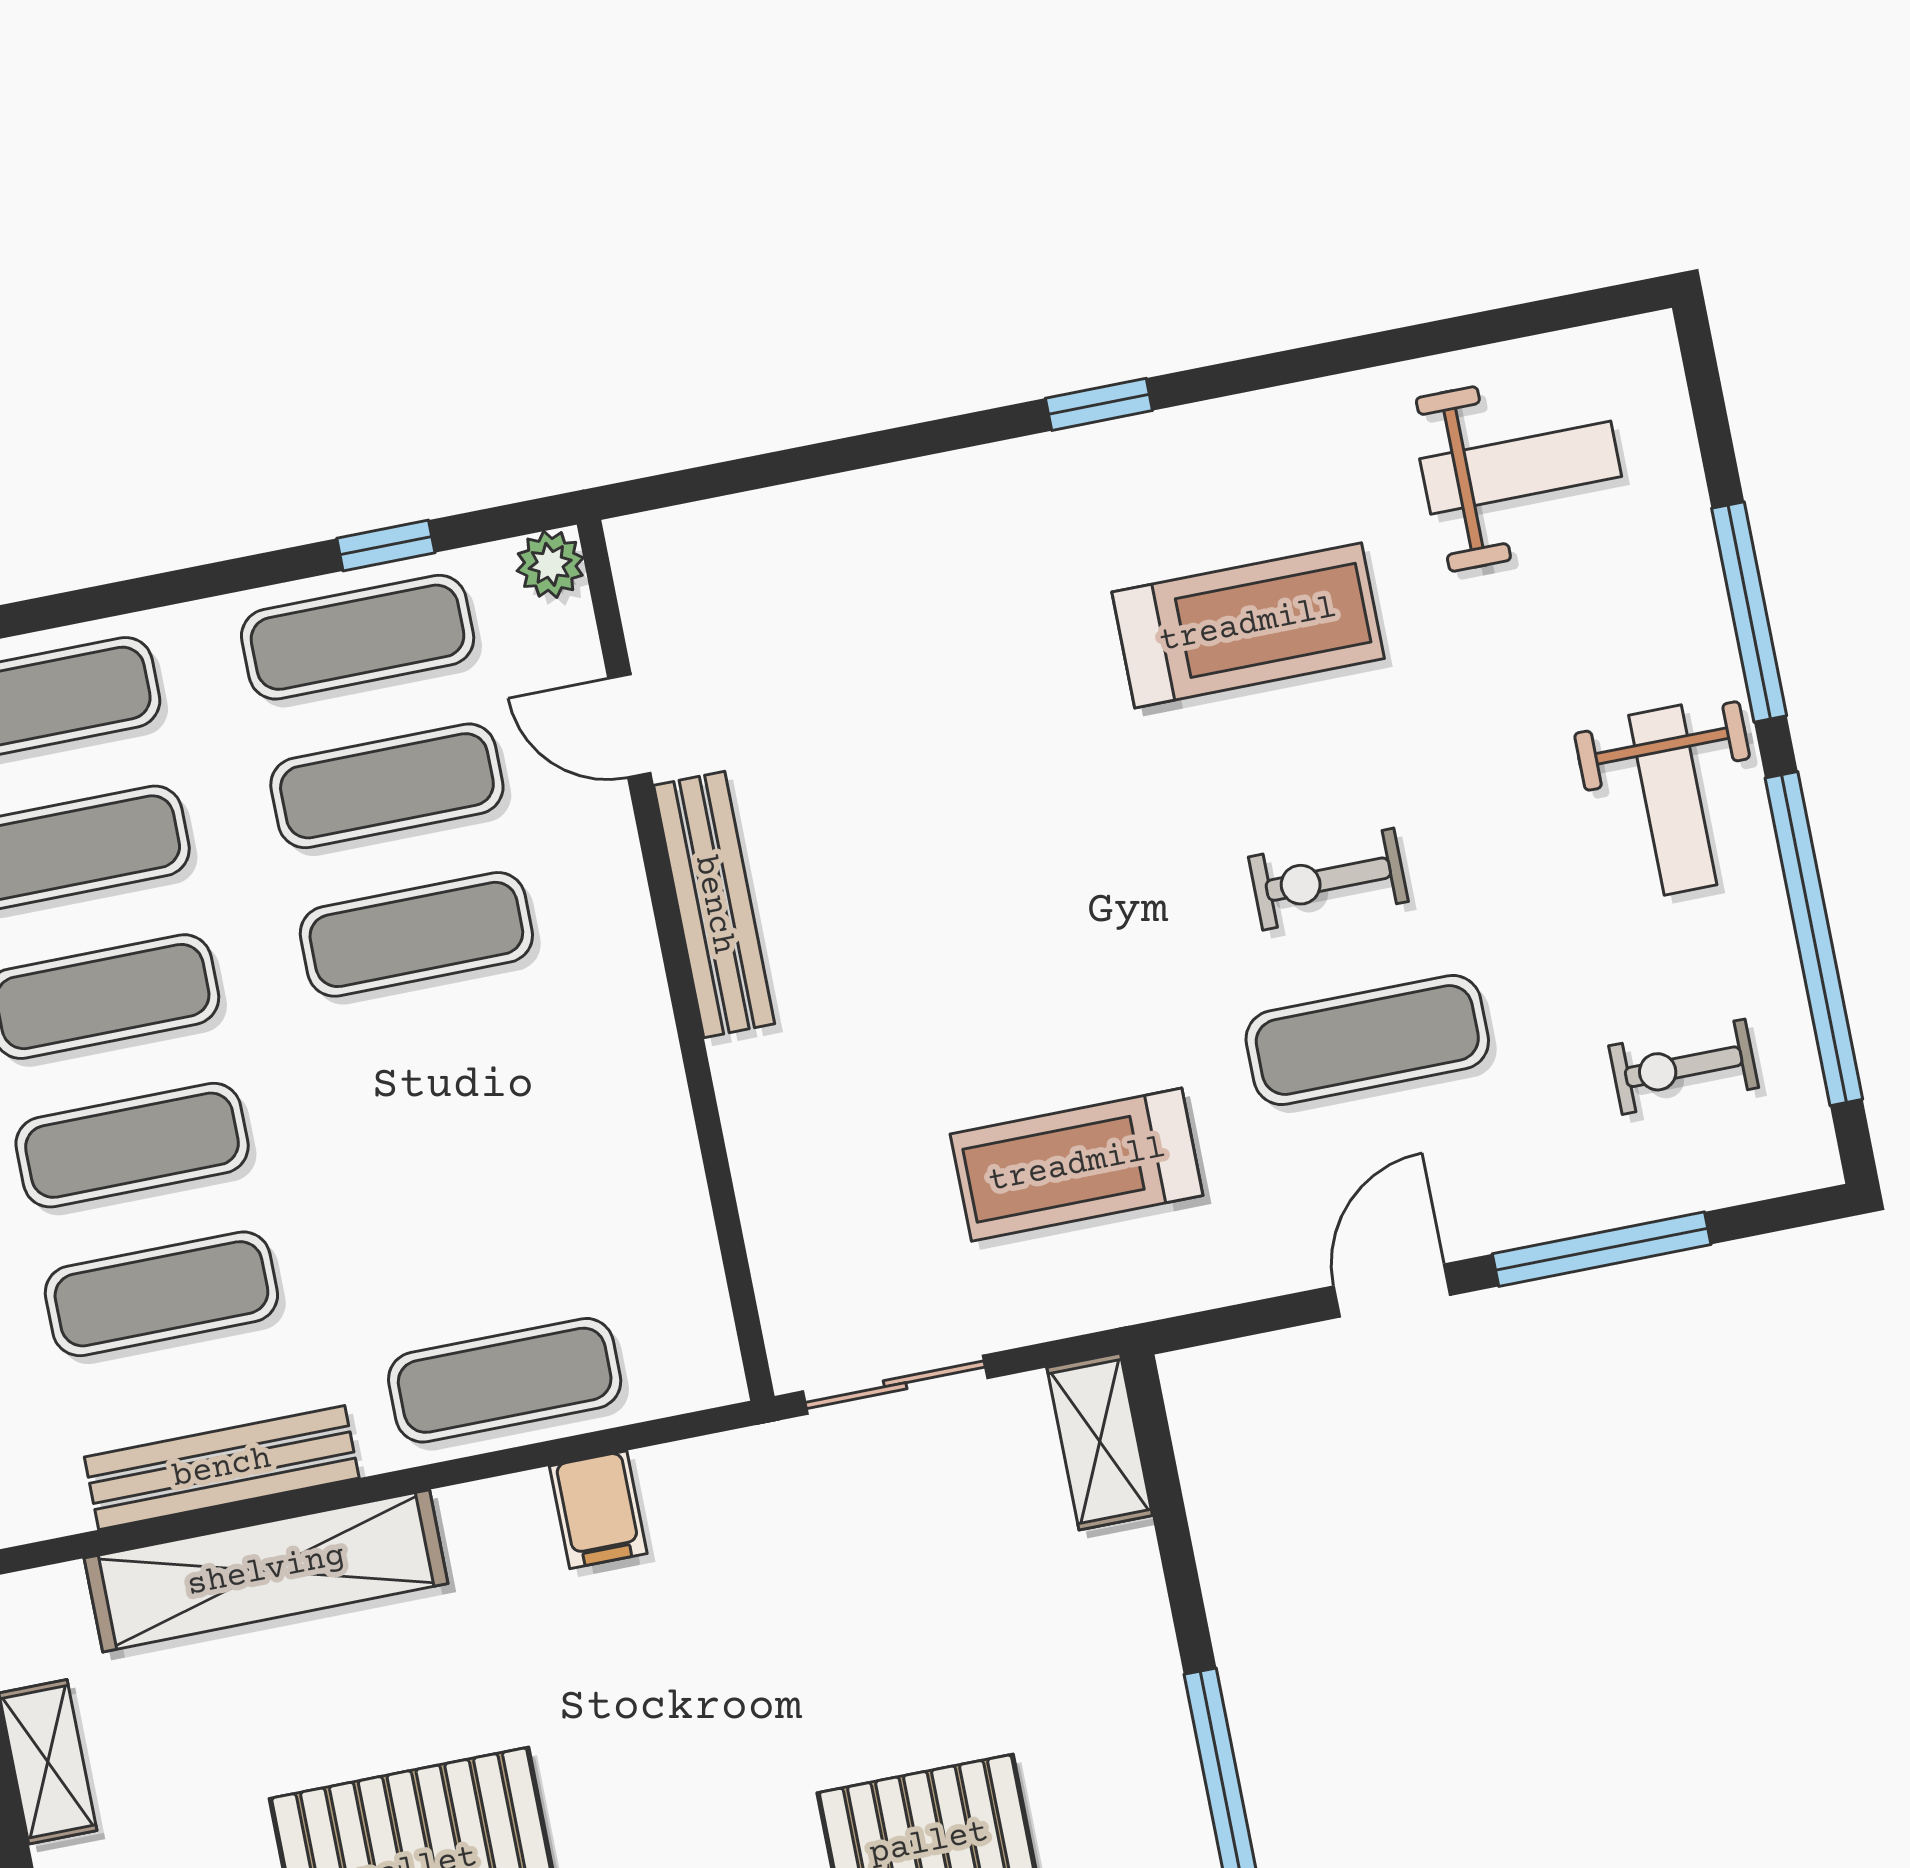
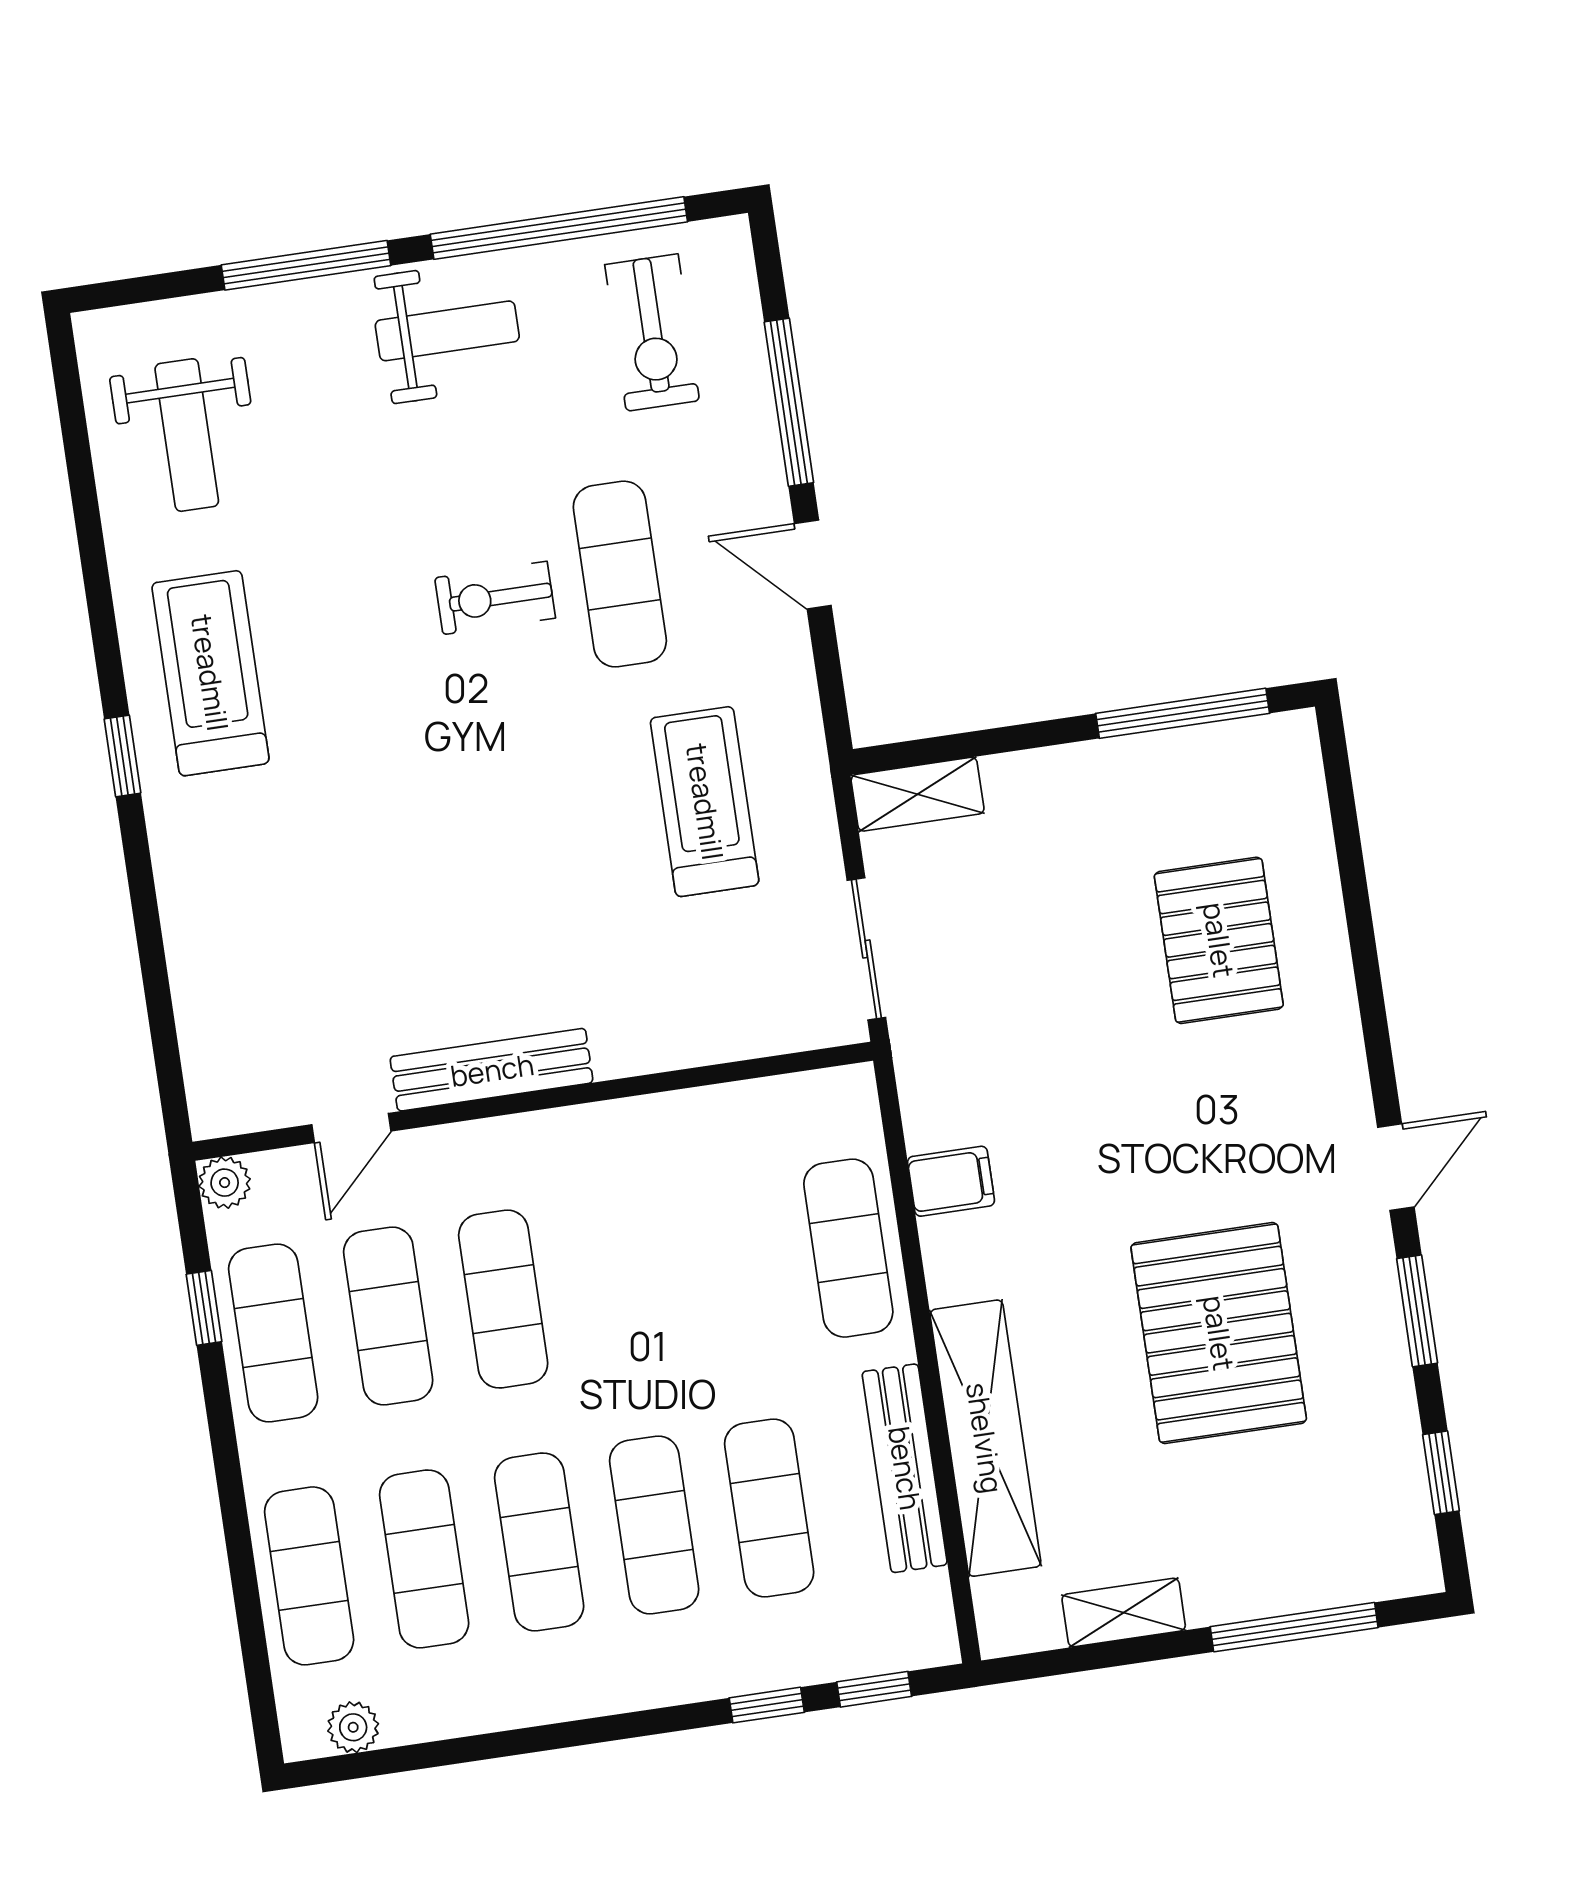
weight bench: (1521, 468) -> (187, 435), turned 180
treadmill: (1248, 625) -> (210, 673), moved
exercise bike: (1328, 879) -> (495, 598), turned 90
exercise bike: (1684, 1067) -> (652, 333), width x1.38, depth x1.39
treadmill: (1077, 1165) -> (705, 802), turned 180

